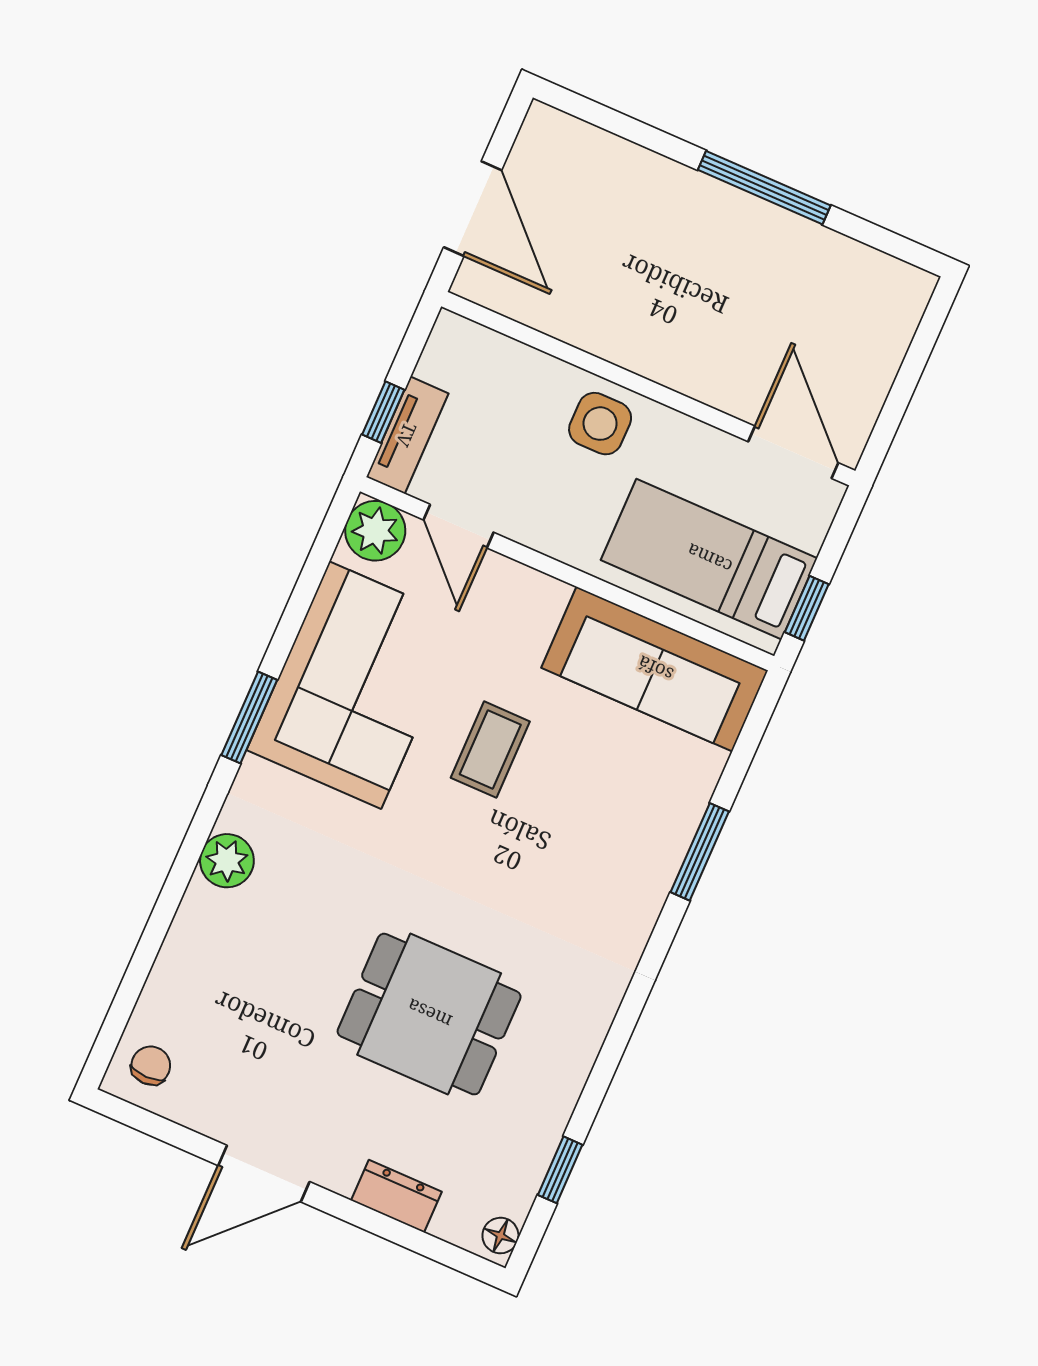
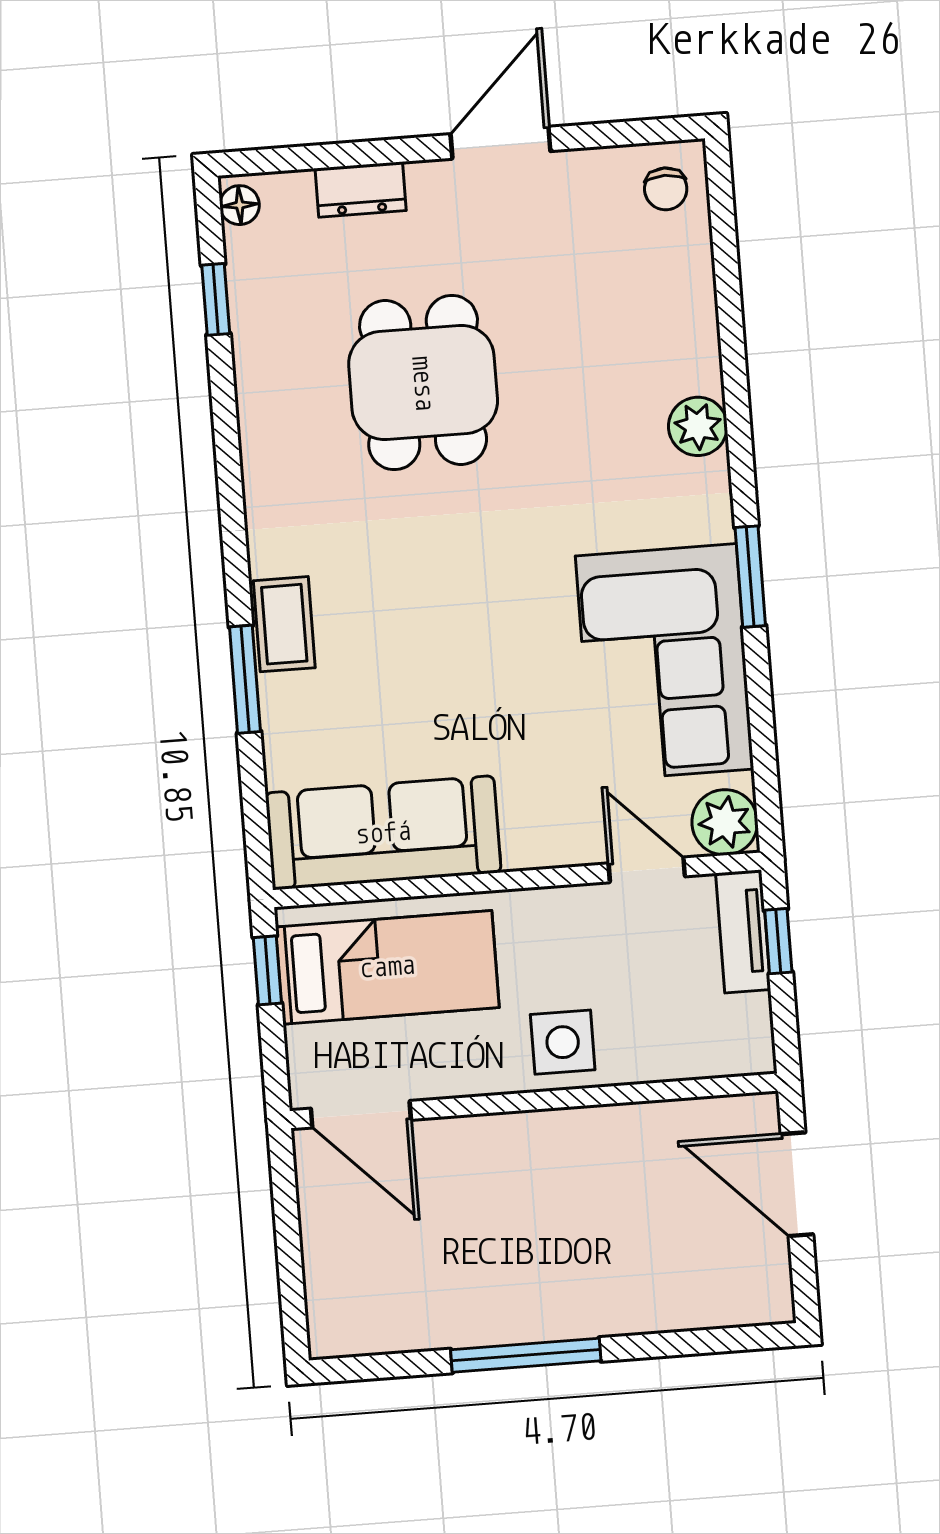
coffee table: (490, 750) -> (284, 624), moved
dining table: (429, 1014) -> (423, 383), turned 90

